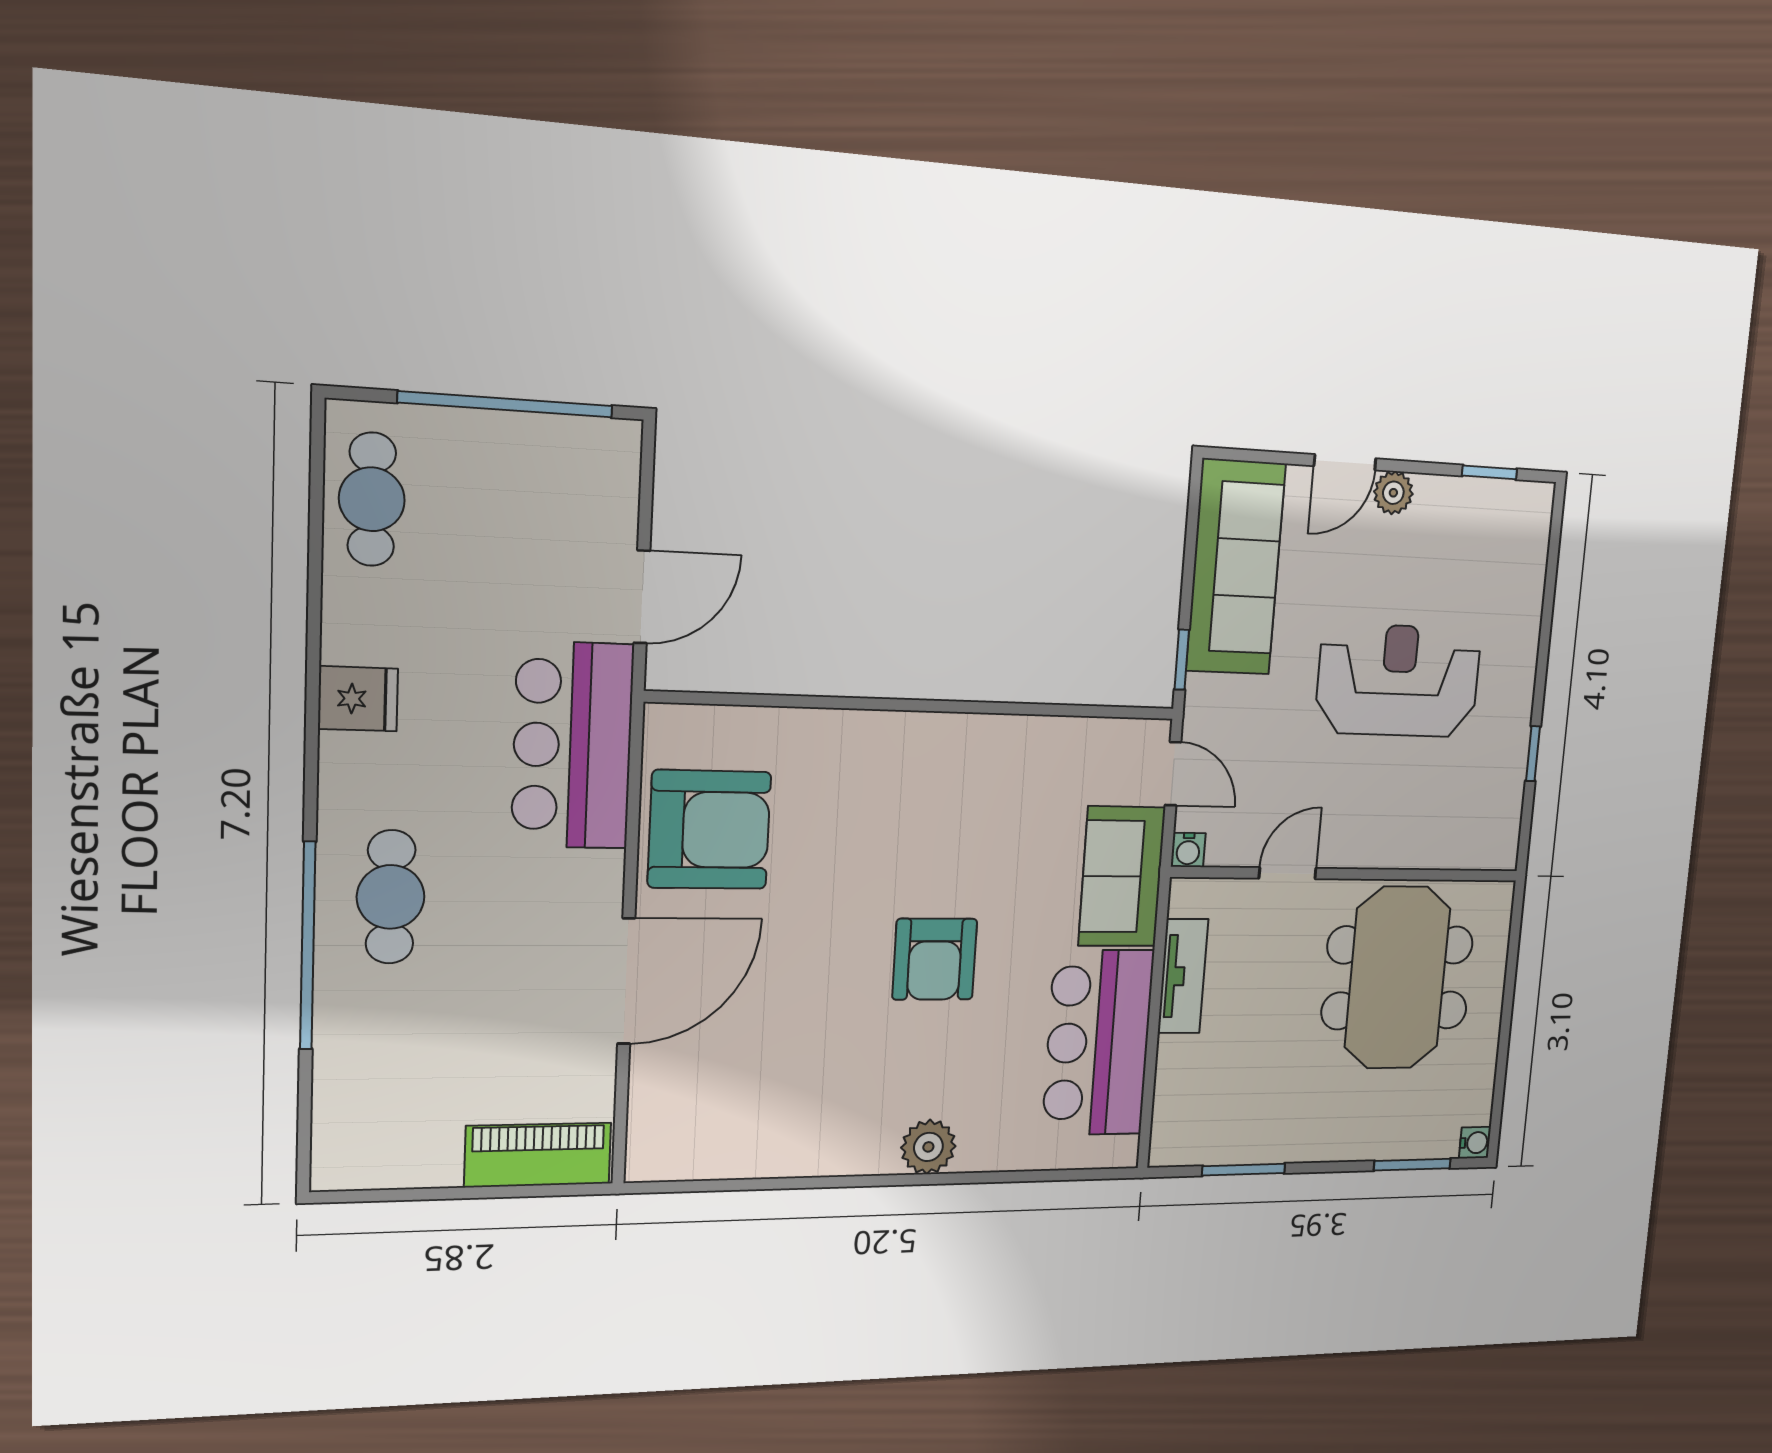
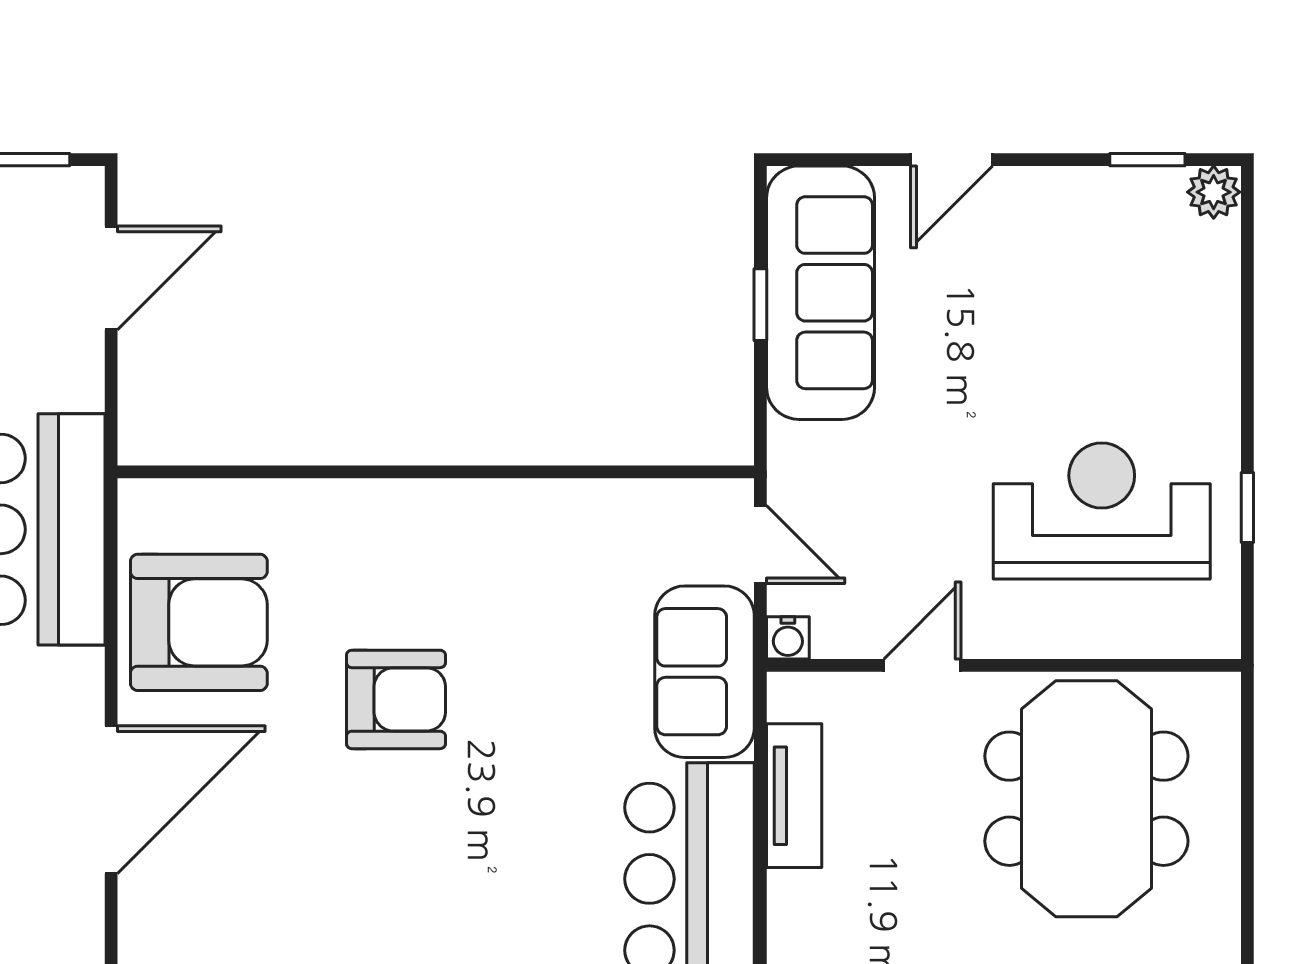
plant: (1393, 493) -> (1214, 192), moved
door: (642, 597) -> (111, 278), moved
window: (1182, 660) -> (760, 305), moved
reception desk: (1398, 681) -> (1102, 511), moved
armchair: (935, 959) -> (396, 699), moved, turned -90

